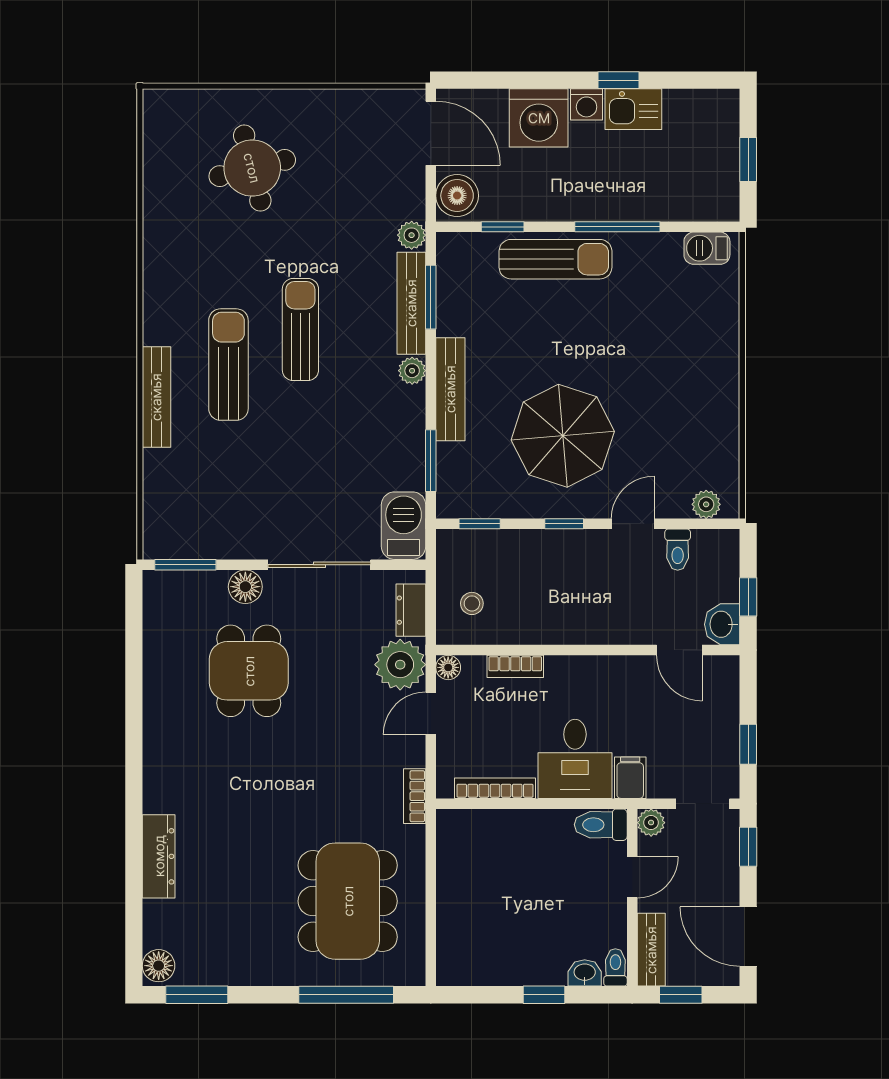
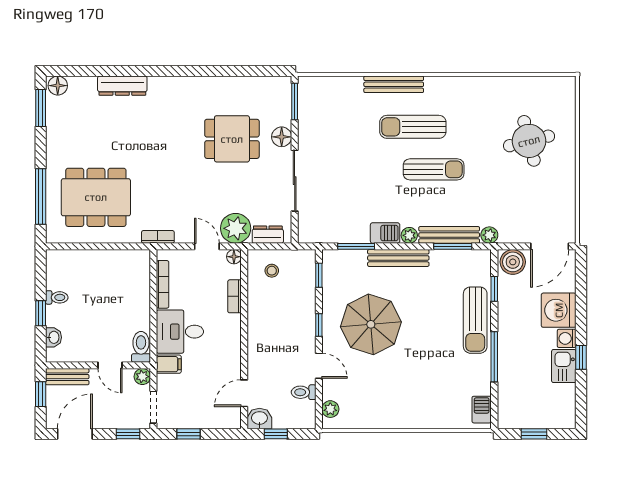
sun lounger: (228, 365) -> (413, 127), turned 180
barbecue: (404, 526) -> (385, 233), moved, width x0.73, depth x0.79
toilet: (615, 967) -> (57, 297), moved

